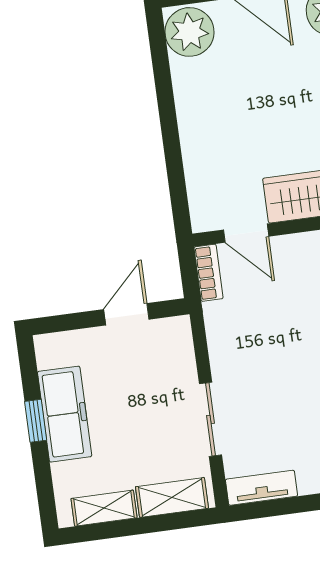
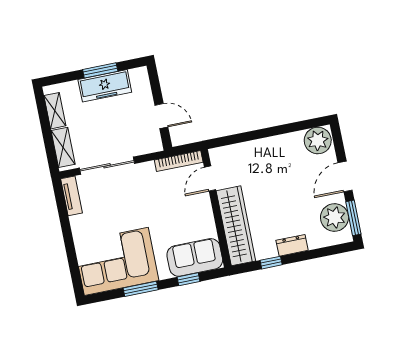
bookcase: (209, 273) -> (179, 161), width x1.56
sliding door: (211, 419) -> (107, 166), width x1.37
window: (36, 421) -> (100, 70), width x1.50

